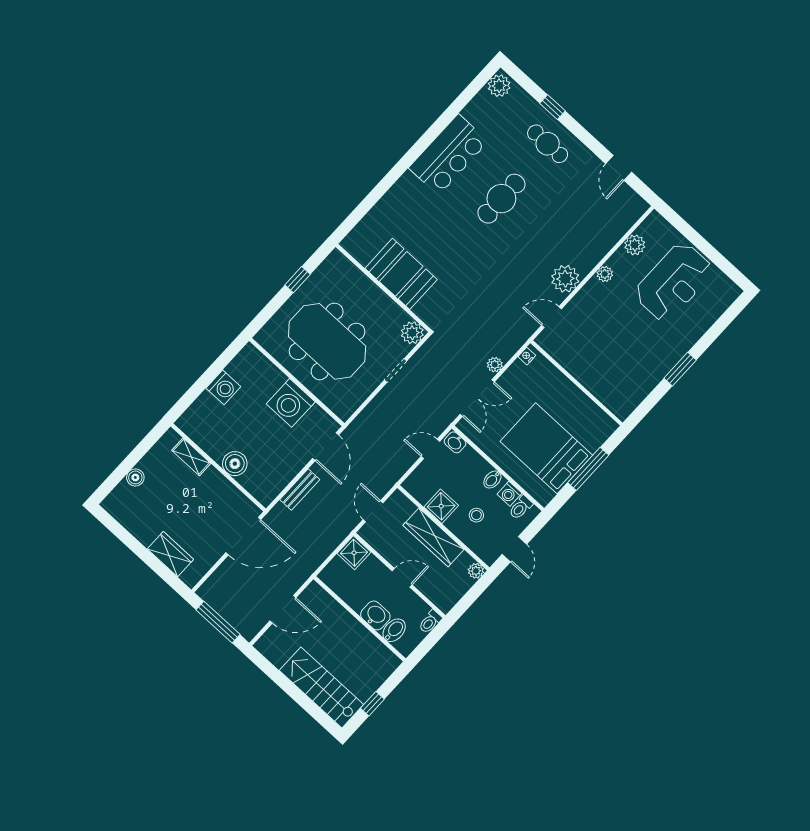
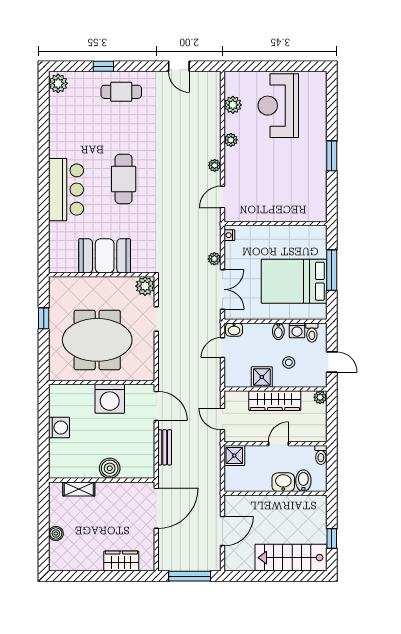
bar counter: (449, 155) -> (66, 190), moved
cafe table: (501, 199) -> (124, 179), moved
plant: (565, 279) -> (215, 165), width x0.53, depth x0.53
reception desk: (674, 282) -> (278, 106), turned 180

